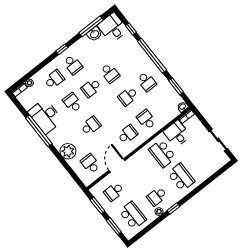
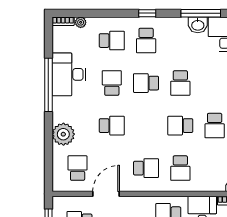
school desk: (146, 120) -> (180, 168), turned 180

